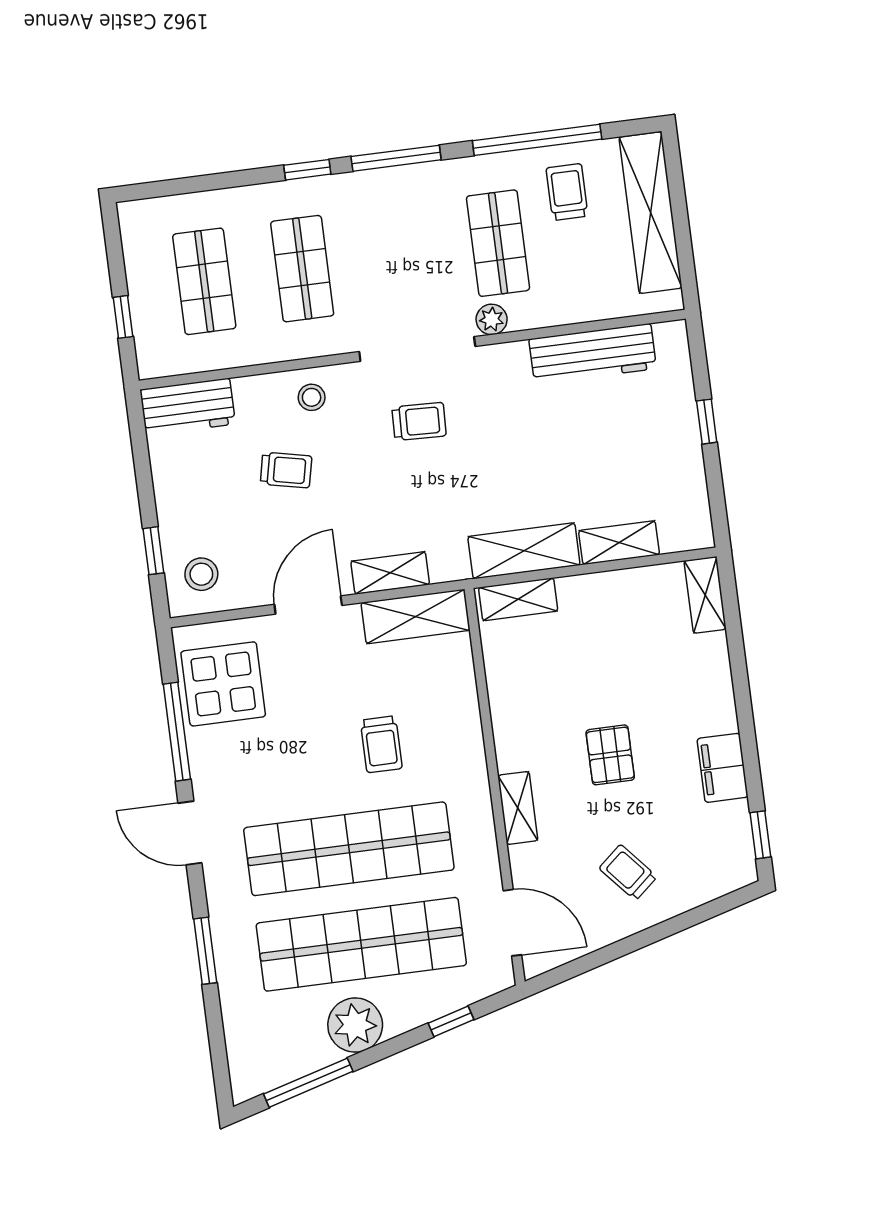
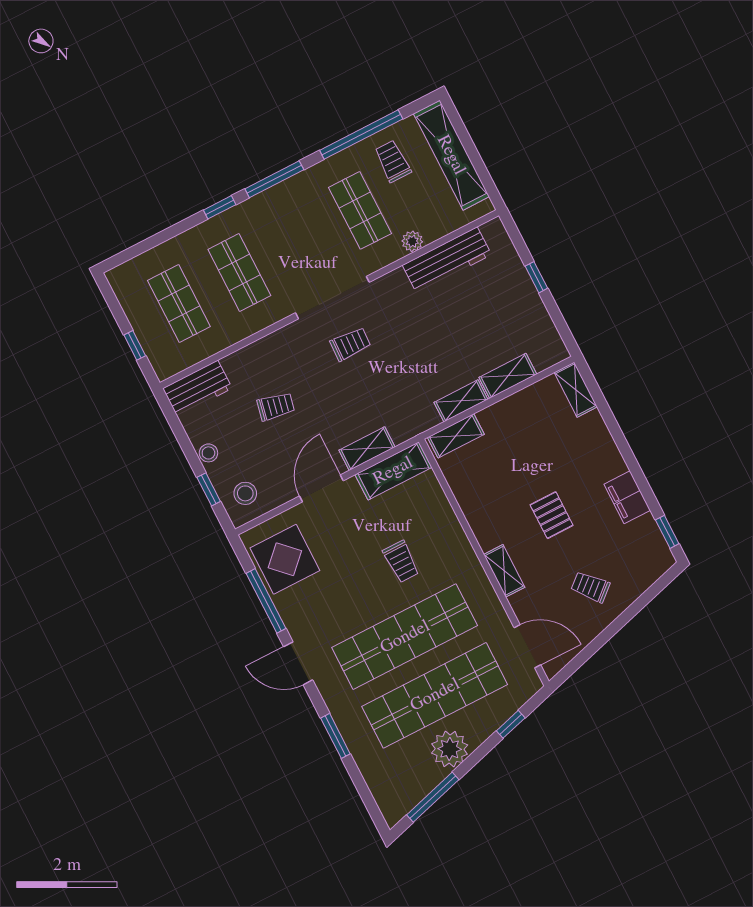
plant: (492, 319) -> (412, 241), moved
stool: (312, 397) -> (208, 453), moved
shelving: (524, 551) -> (461, 401), width x0.67, depth x0.75

